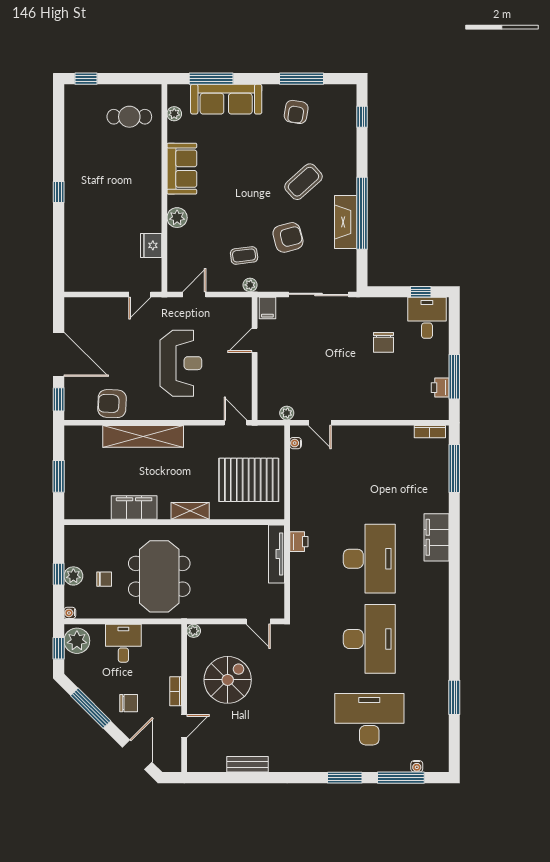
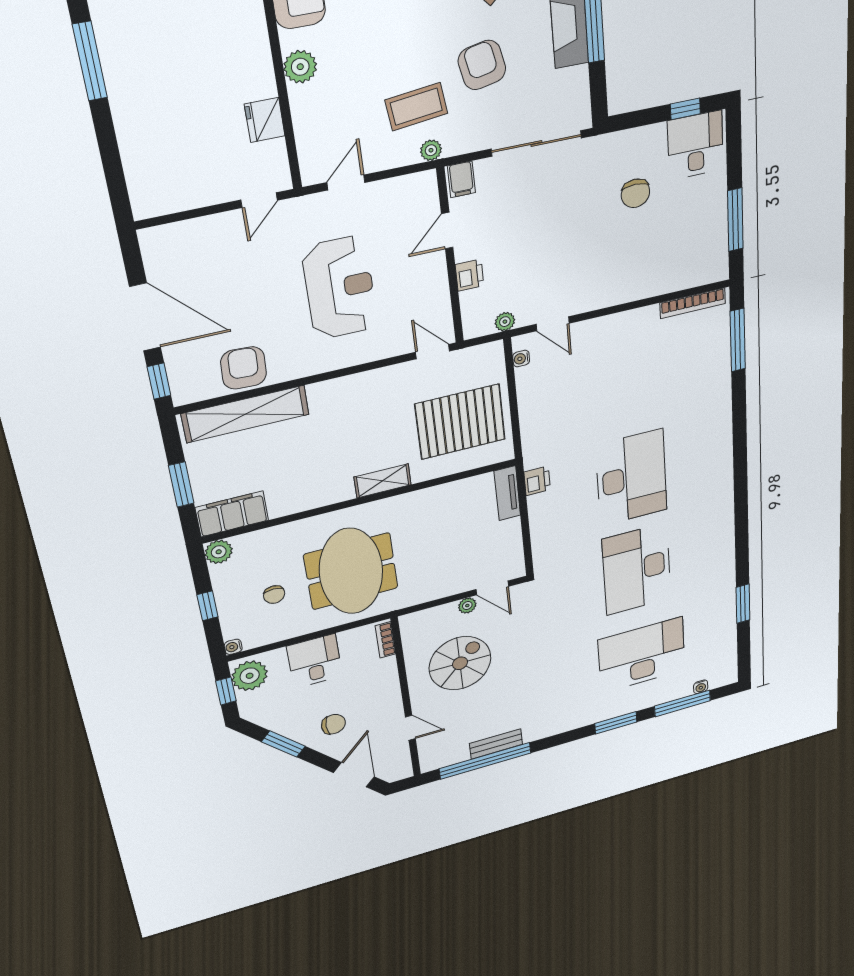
window: (59, 192) -> (90, 61), width x2.17
armchair: (288, 237) -> (482, 65), turned -87
coffee table: (244, 255) -> (416, 107), width x1.36, depth x1.30
printer: (440, 388) -> (470, 275), moved, turned 180
armchair: (112, 404) -> (244, 368), turned 91
bookcase: (430, 432) -> (693, 303), width x1.56
shelving: (143, 436) -> (246, 414), moved
filing cabinet: (134, 508) -> (232, 514), moved
filing cabinet: (436, 537) -> (717, 430), removed
tv unit: (276, 554) -> (507, 493), width x0.71
plant: (73, 576) -> (219, 552), moved
chair: (104, 579) -> (274, 595), turned 90
plant: (194, 631) -> (467, 606), moved
desk: (369, 639) -> (637, 569), turned 180
bookcase: (176, 691) -> (385, 640), moved
window: (91, 708) -> (283, 744), width x0.69
door: (184, 726) -> (410, 728), hinge flipped
window: (238, 778) -> (485, 761), added

